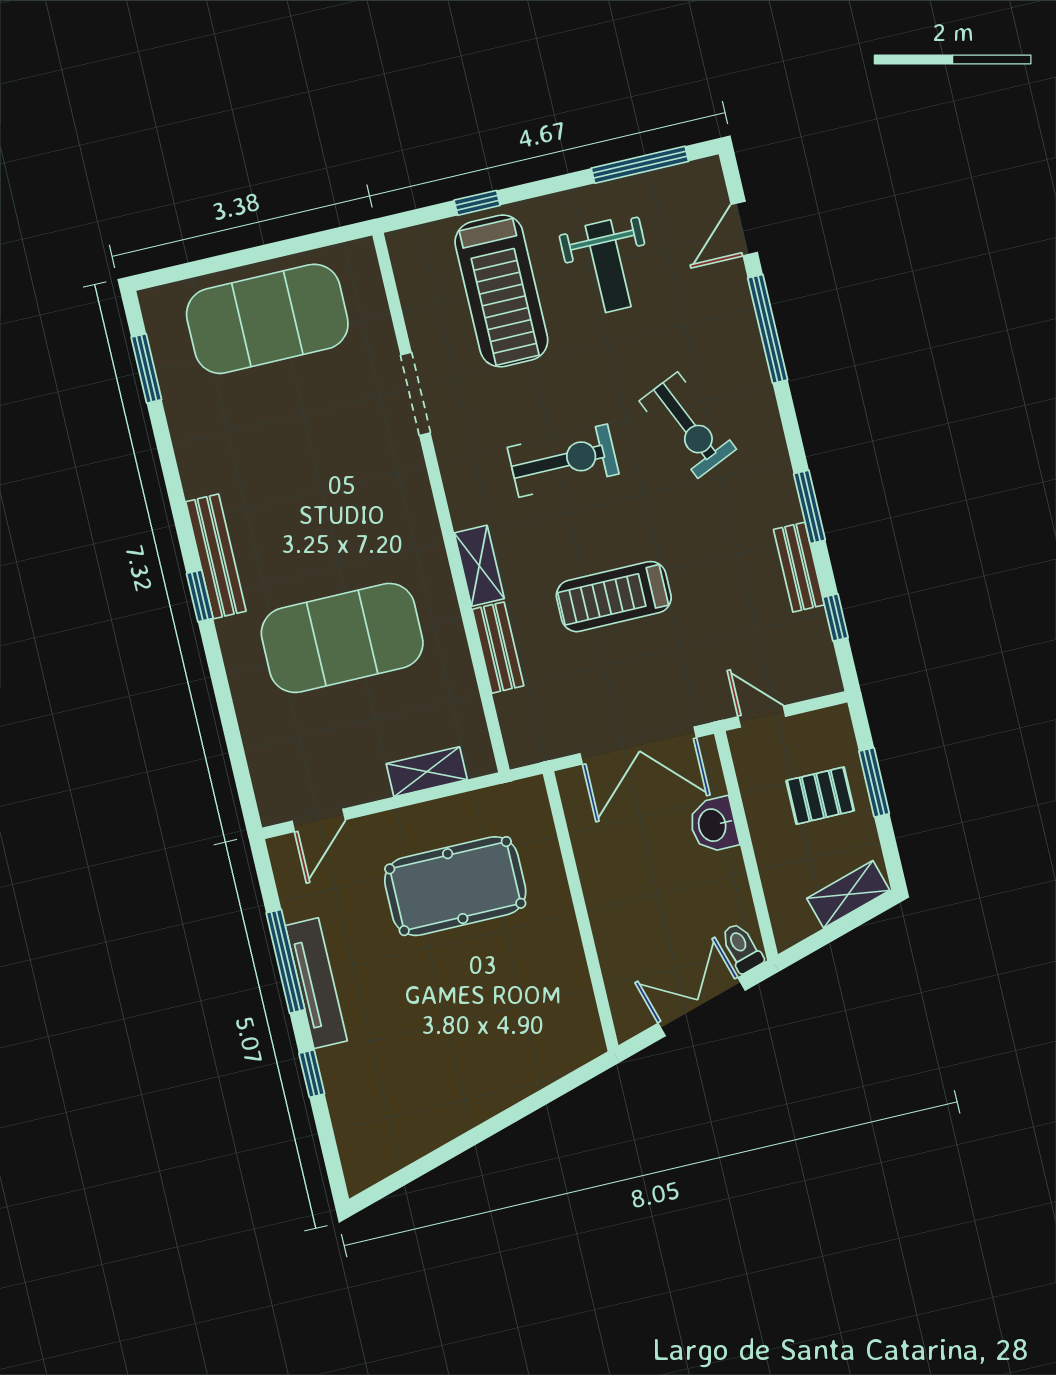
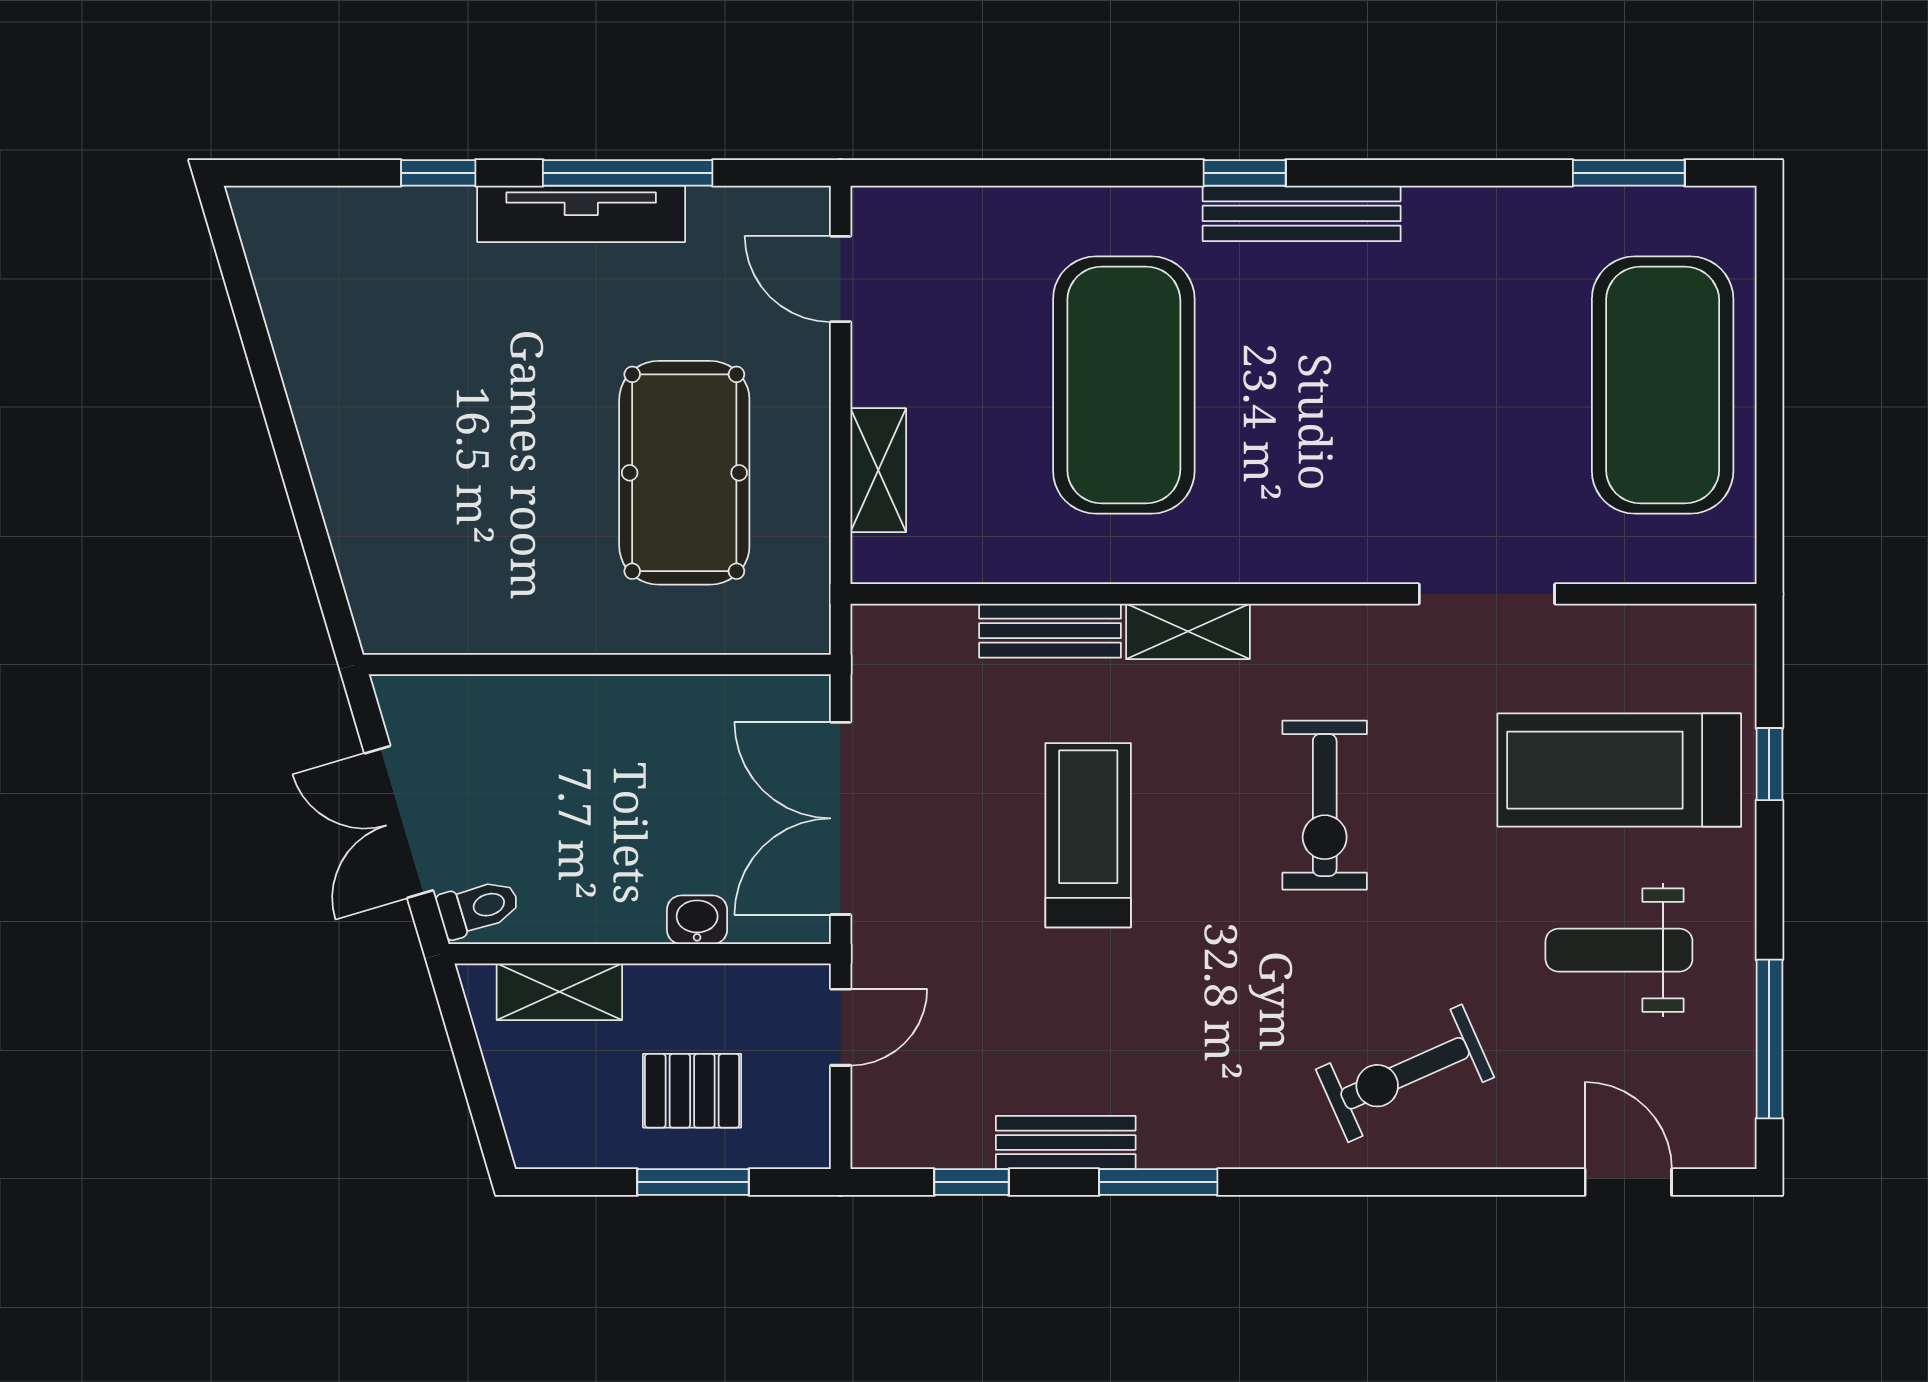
window: (768, 329) -> (1459, 1182), removed
exercise bike: (688, 425) -> (1405, 1073), moved
pallet: (820, 796) -> (692, 1091), turned 90
washbasin: (713, 825) -> (697, 920), width x0.72, depth x0.69
shelving: (848, 894) -> (559, 992), moved, turned -73
double door: (702, 1007) -> (399, 822), swing flipped

